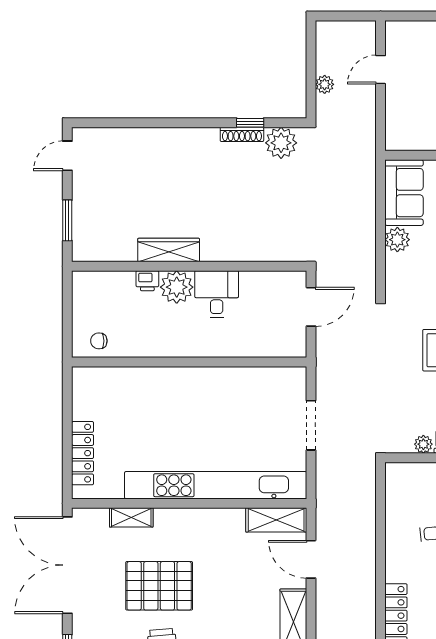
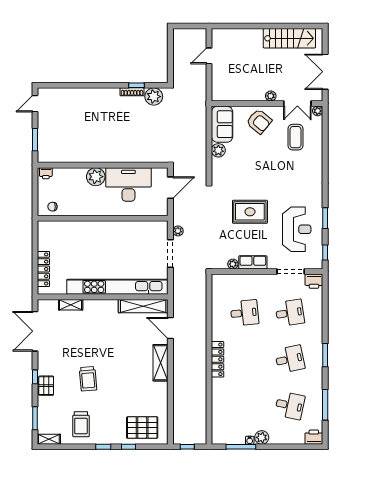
plant: (325, 84) -> (178, 231), moved
wardrobe: (169, 250) -> (91, 156), removed
printer: (147, 281) -> (46, 173), moved
desk: (217, 294) -> (128, 184), width x1.87, depth x1.30
shelving: (276, 520) -> (143, 306), width x1.47
double door: (67, 565) -> (35, 331), width x0.73
pallet: (159, 586) -> (86, 343), removed

